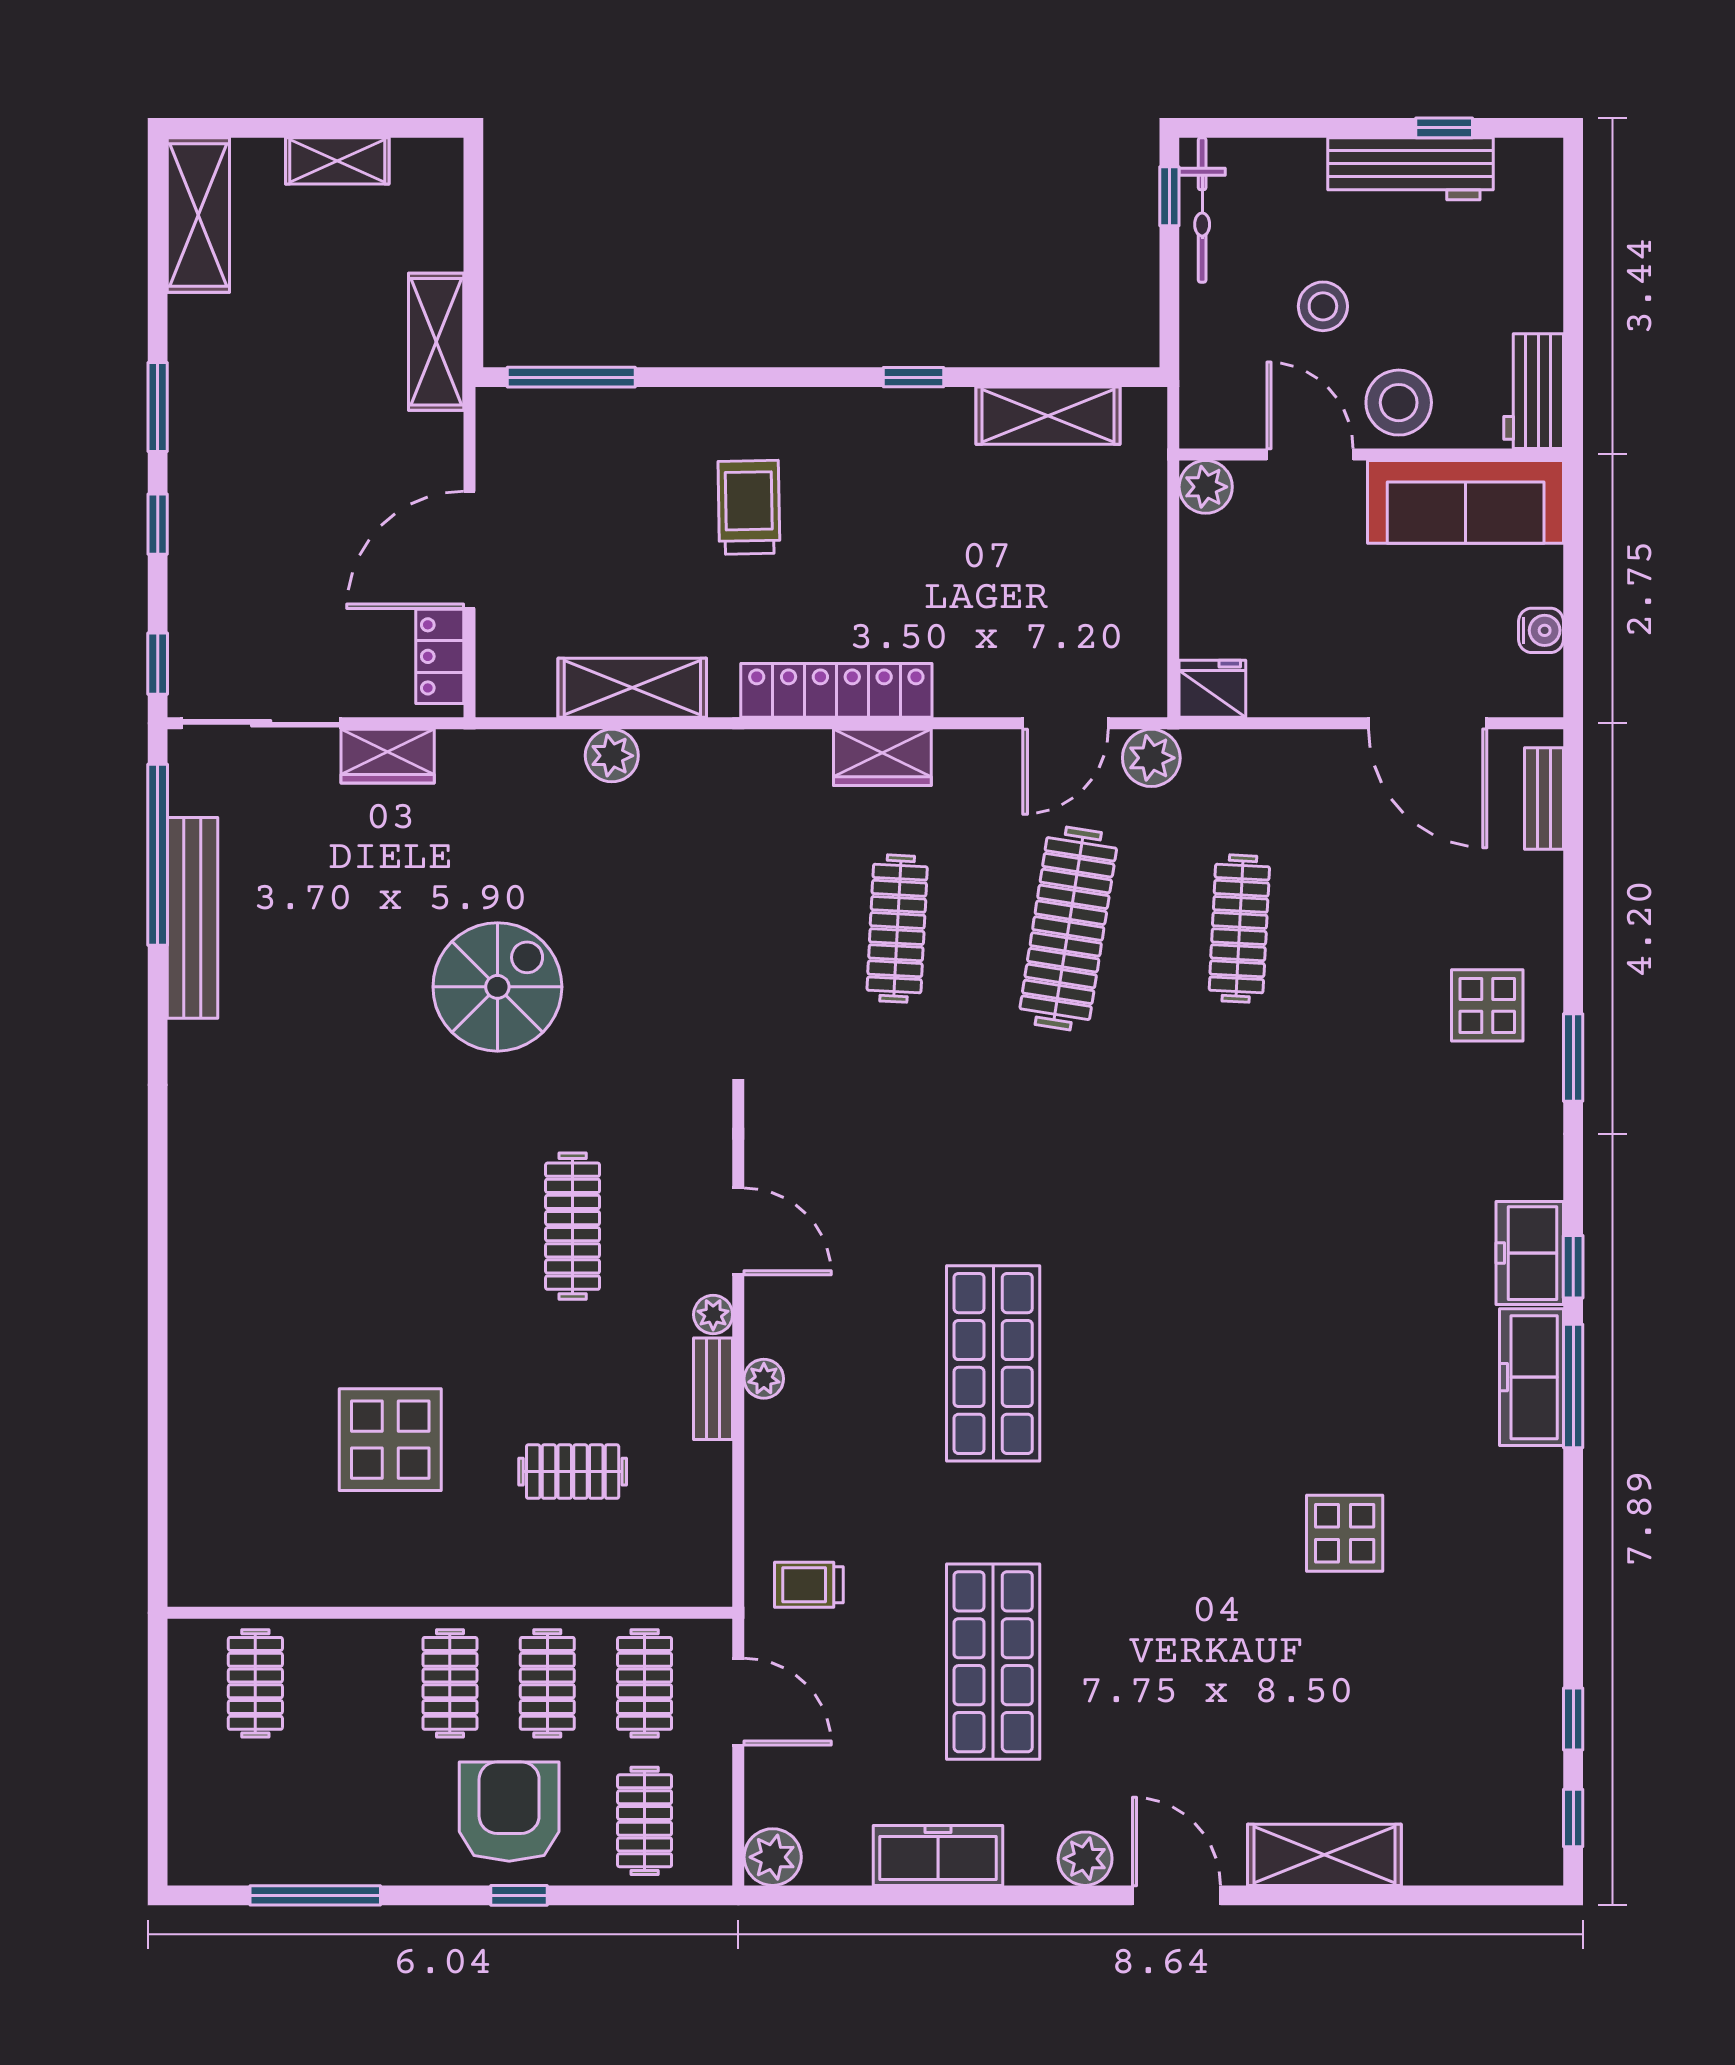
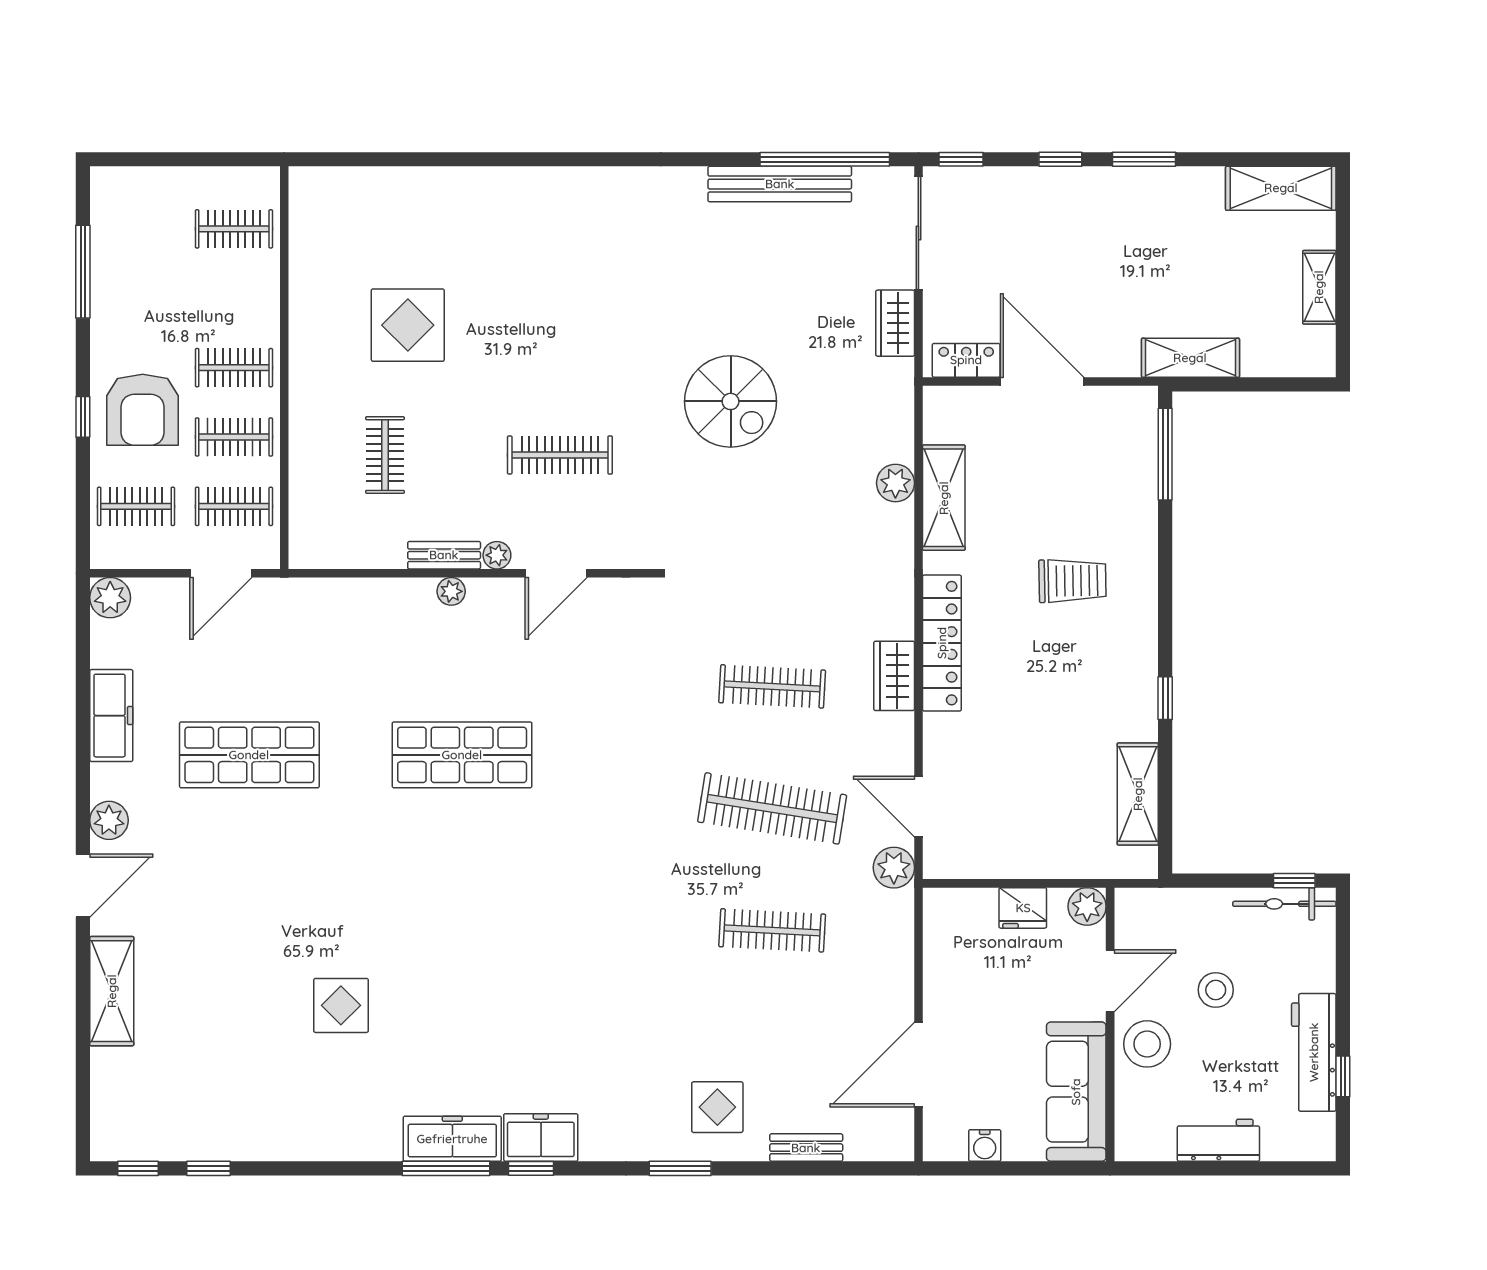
workbench: (1534, 391) -> (1218, 1140), moved
fridge: (1212, 689) -> (1023, 908), moved, turned 90
bench: (1544, 798) -> (806, 1148), moved
trolley: (809, 1585) -> (304, 624), removed
armchair: (509, 1812) -> (143, 410), turned 90

